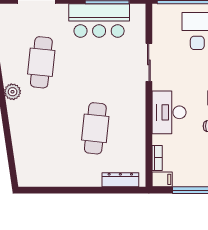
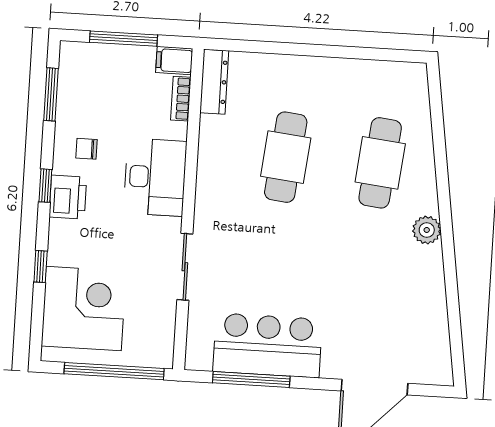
cafe table: (41, 62) -> (380, 163), moved
dresser: (120, 180) -> (214, 82), moved, turned -90

